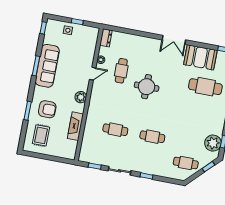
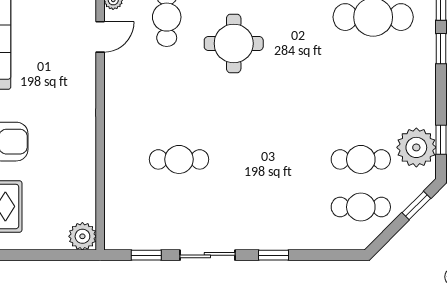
plant: (81, 97) -> (82, 236), moved
fireplace: (75, 126) -> (83, 169), removed
cafe table: (152, 137) -> (361, 159), moved

